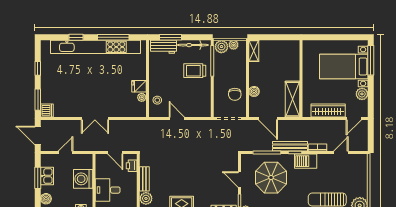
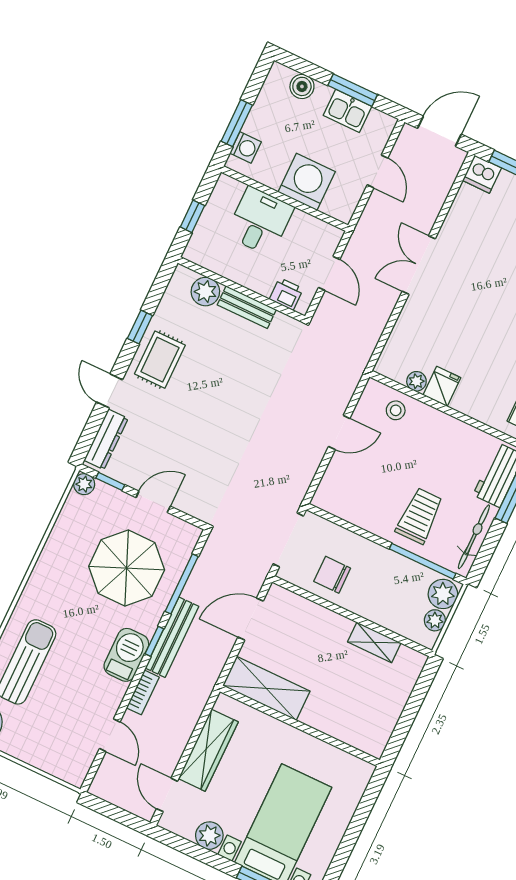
shelving: (254, 51) -> (374, 642), moved
boiler: (254, 91) -> (319, 617), removed
door: (115, 153) -> (329, 273), swing flipped

